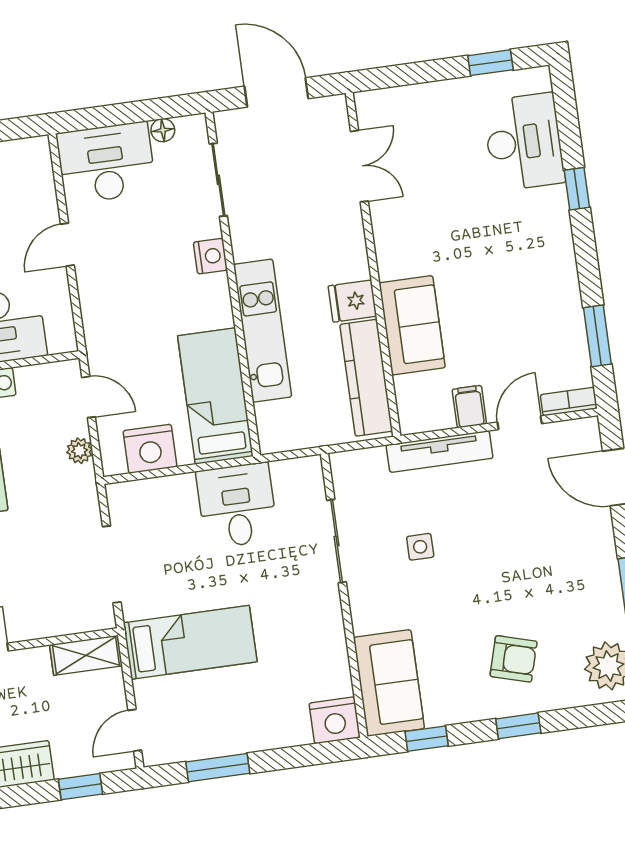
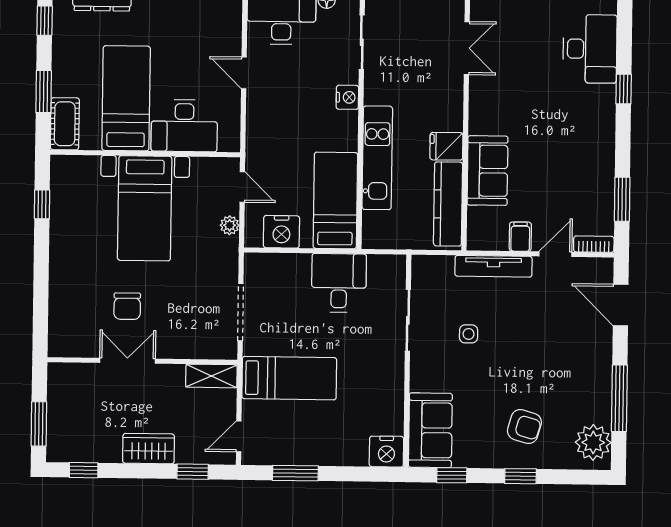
door: (67, 245) -> (244, 73), hinge flipped

